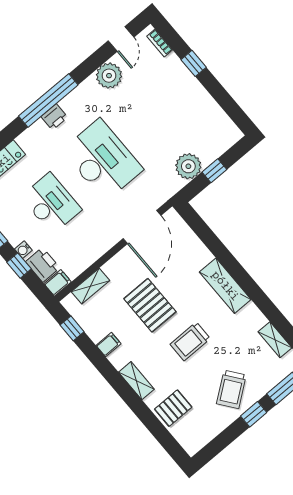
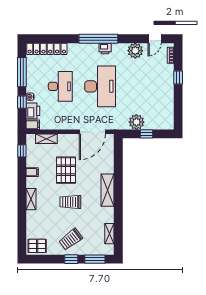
printer: (54, 117) -> (105, 48), moved
pallet: (173, 408) -> (37, 246), moved

